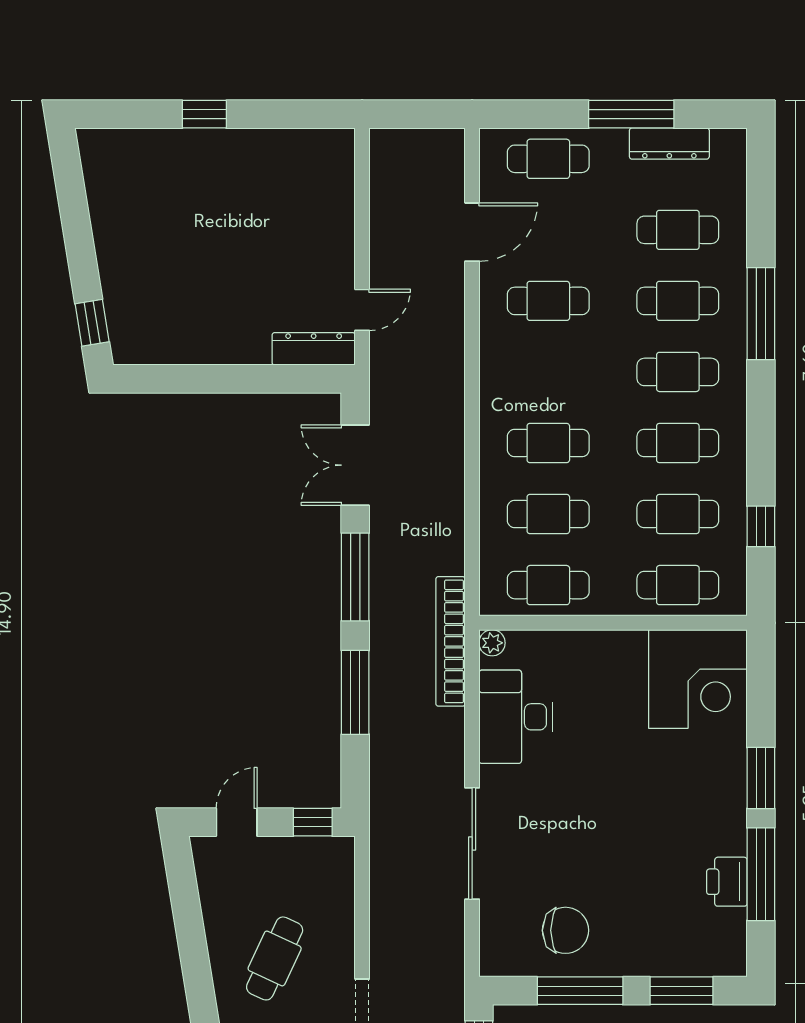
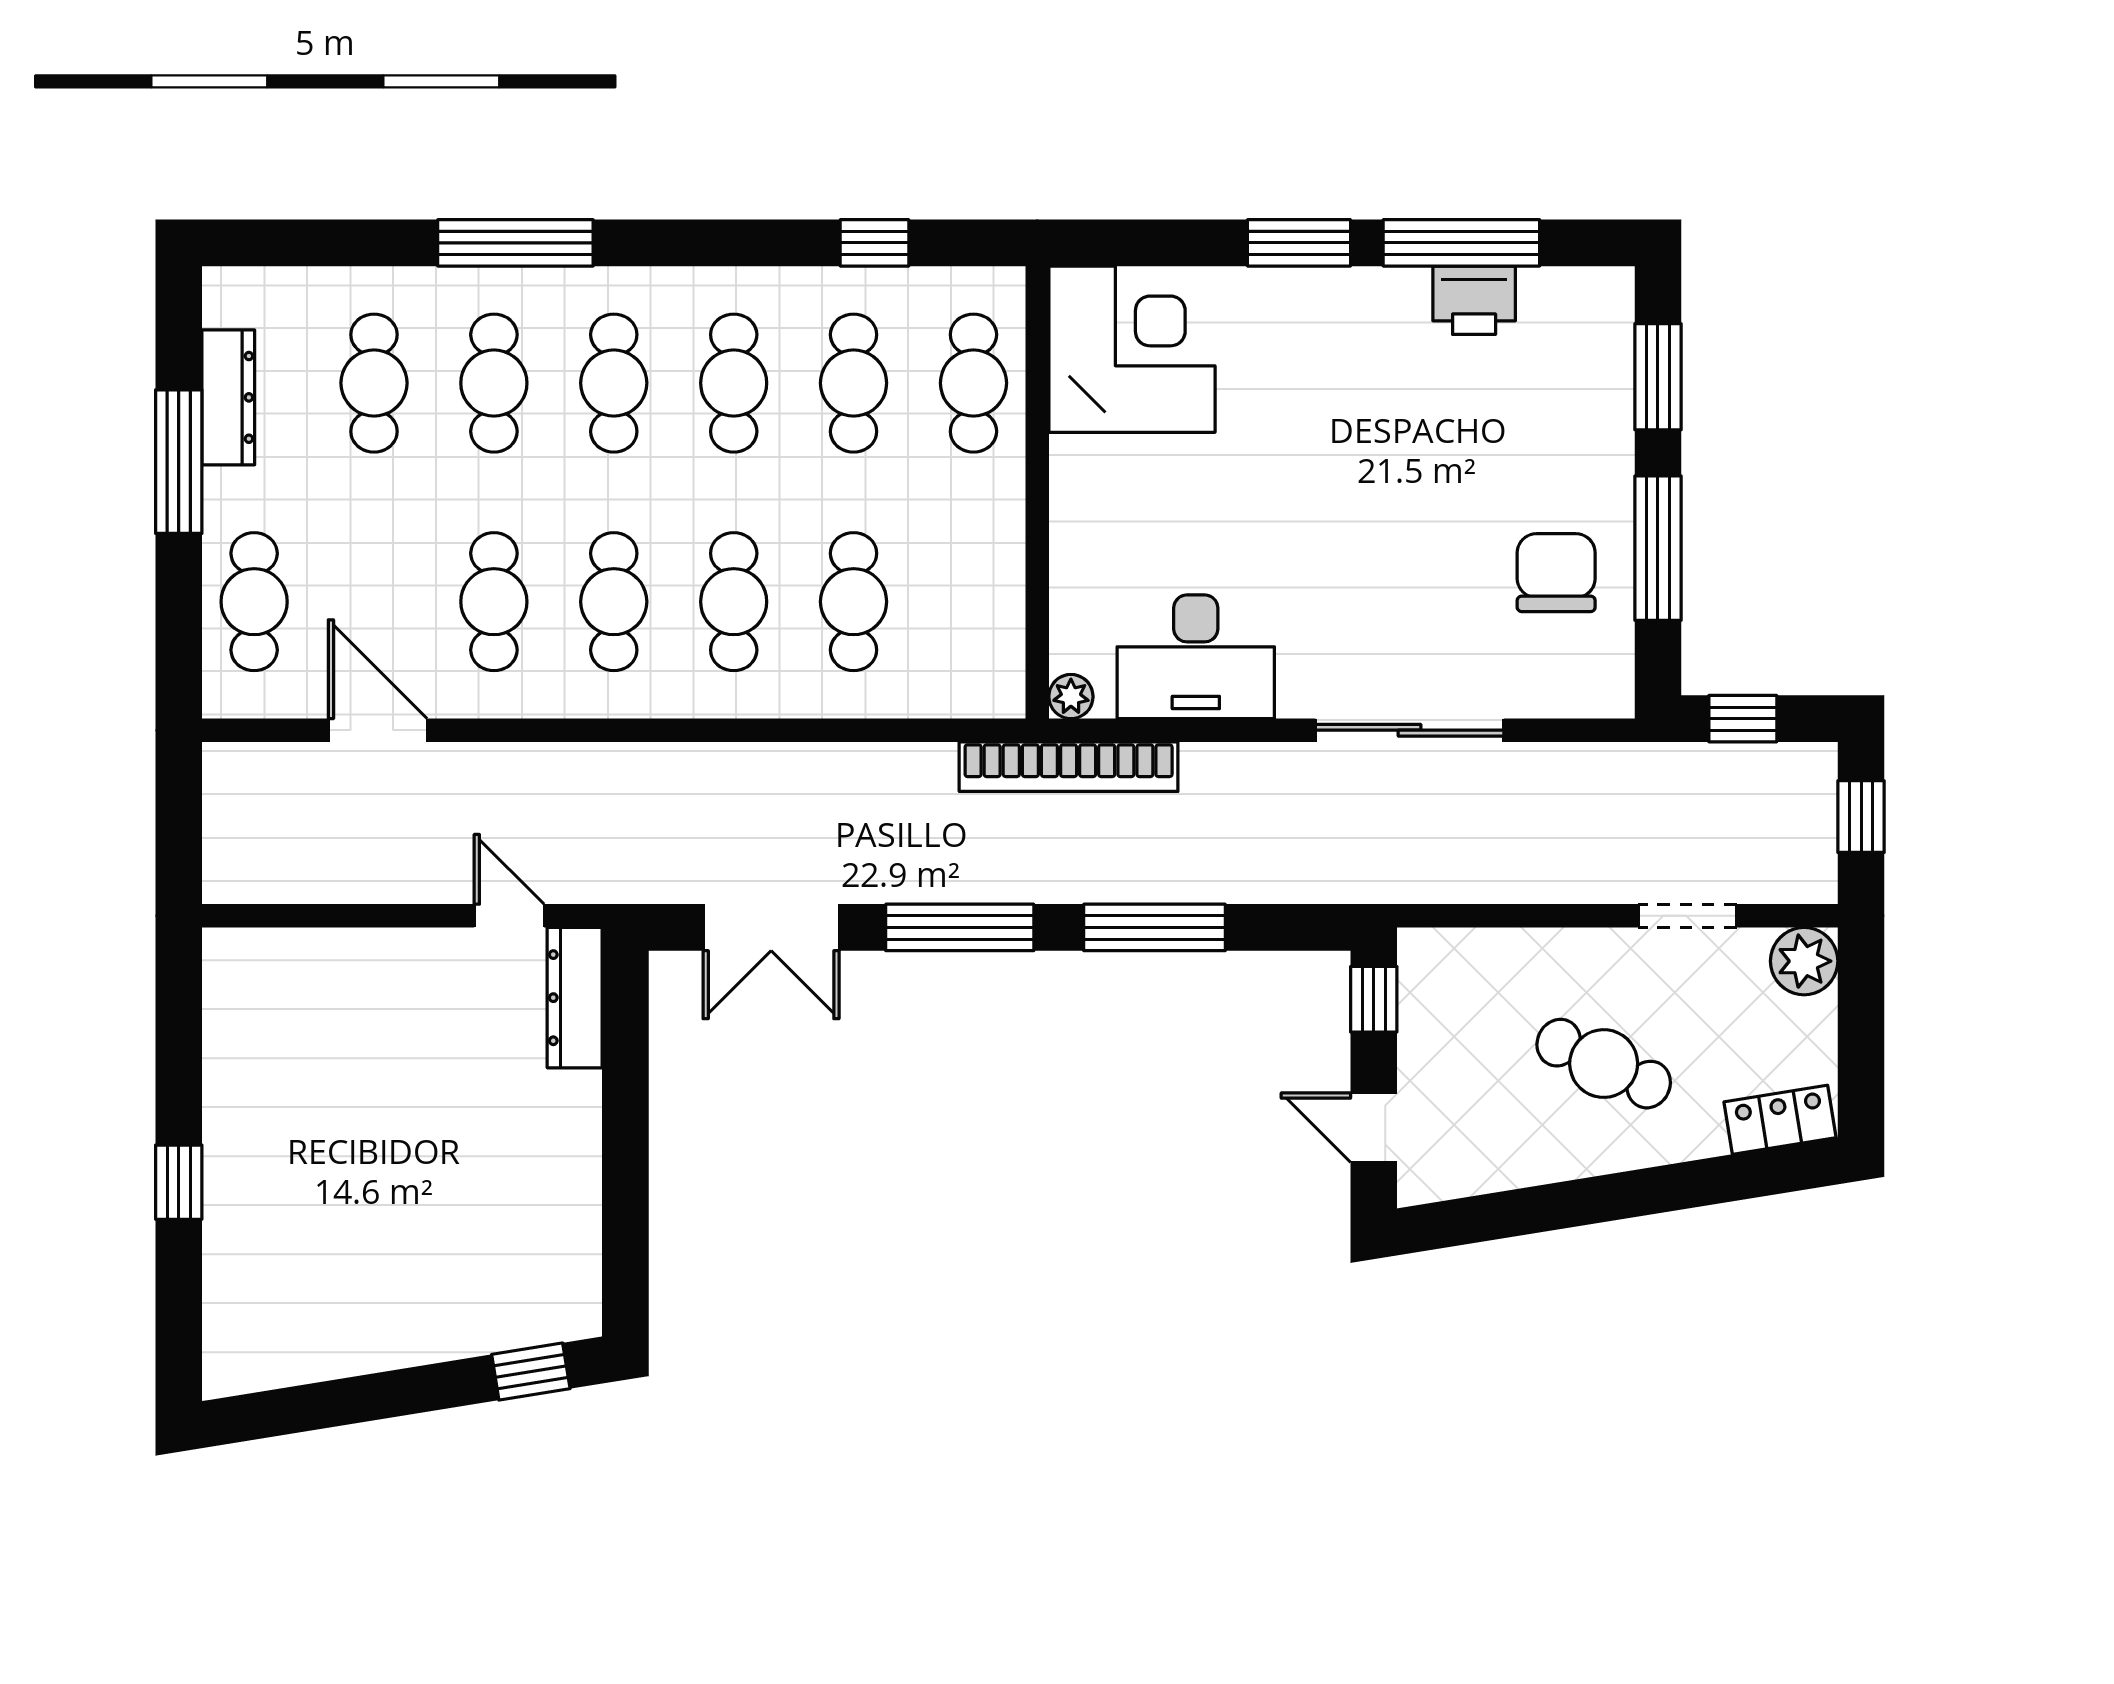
cafe table: (548, 585) -> (614, 602), moved

